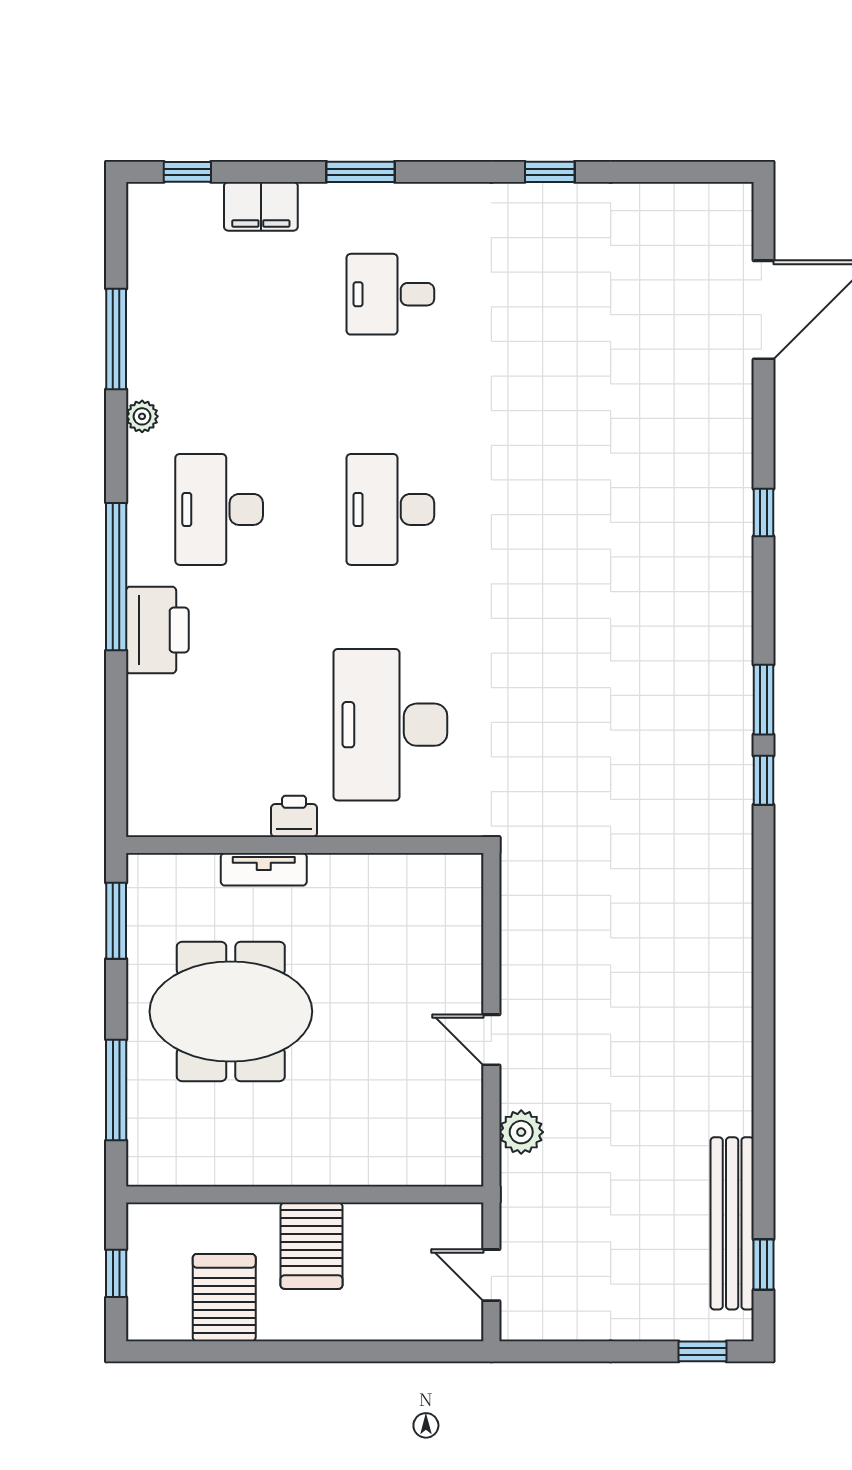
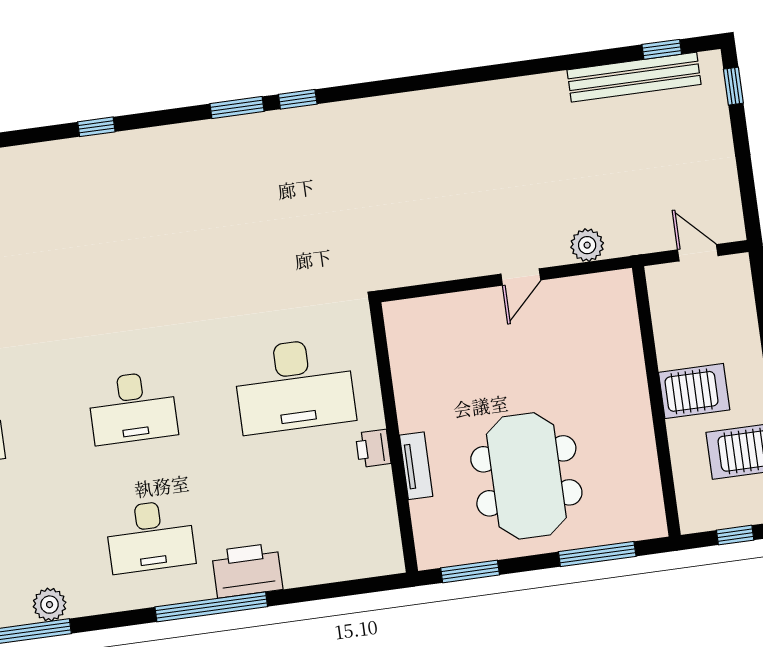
plant: (142, 416) -> (50, 605), moved, width x1.38, depth x1.38
door: (491, 1275) -> (698, 253), swing flipped

